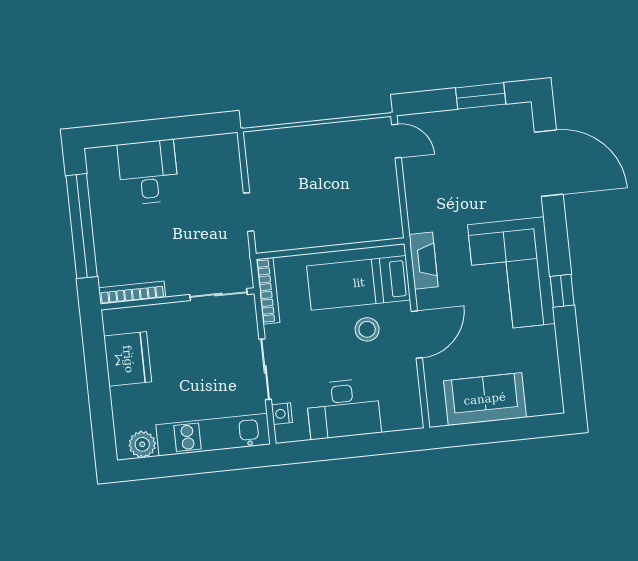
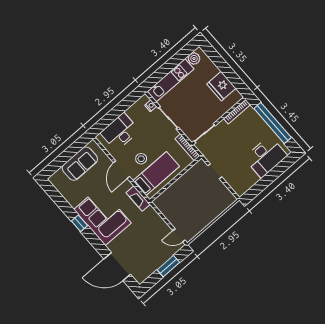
window: (481, 96) -> (168, 266), moved
desk: (148, 172) -> (266, 157), width x1.37
desk: (343, 409) -> (120, 132), moved

